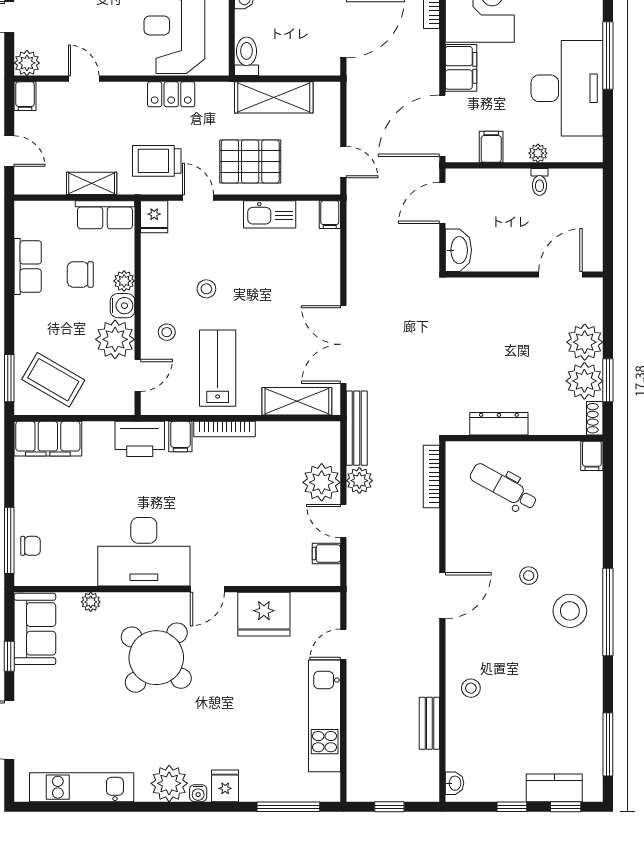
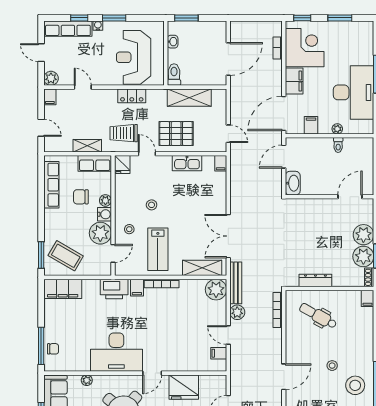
row of seats: (28, 266) -> (51, 185), width x1.48
lab bench: (218, 368) -> (158, 249), turned 180
plant: (322, 482) -> (216, 290), moved

